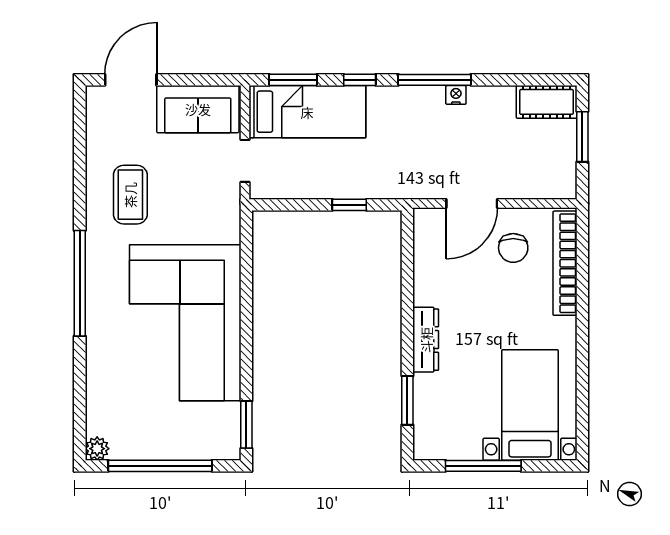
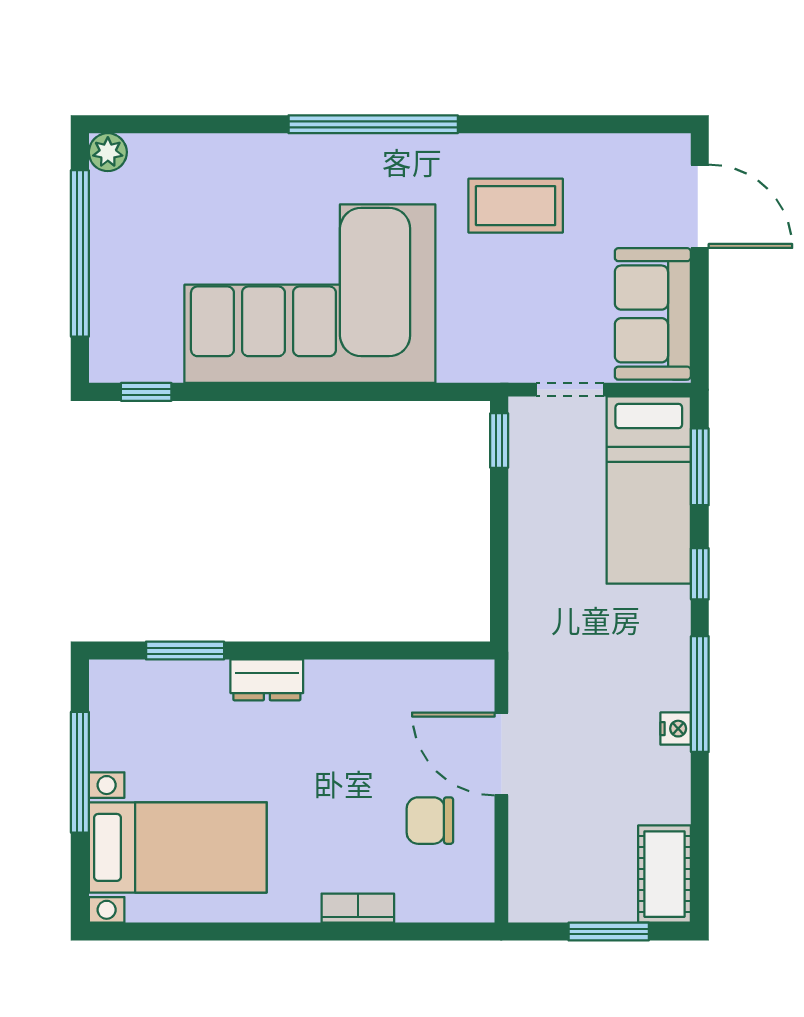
window: (349, 205) -> (499, 440), moved
bookcase: (565, 263) -> (358, 908), width x0.43, depth x0.76
dresser: (426, 340) -> (267, 680), width x0.70
window: (246, 425) -> (146, 392), width x0.67

